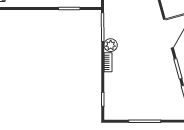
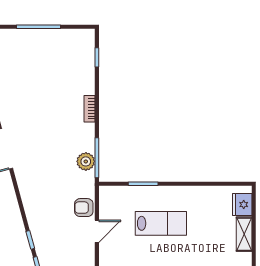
plant: (111, 45) -> (86, 161), moved

